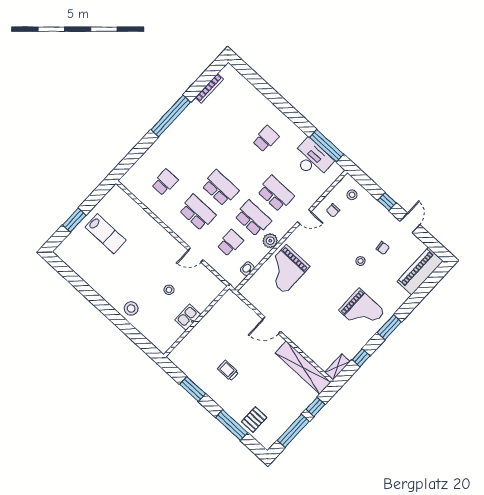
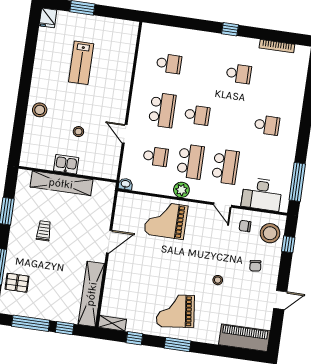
window: (171, 116) -> (230, 29), width x0.32
school desk: (210, 133) -> (239, 74), added
desk: (312, 159) -> (262, 194), moved, turned 90
school desk: (220, 188) -> (197, 115), width x0.54
stool: (352, 195) -> (270, 233), width x1.89, depth x1.89
window: (387, 202) -> (288, 244), moved
lab bench: (106, 234) -> (81, 63), moved
chair: (383, 248) -> (255, 266), moved
fridge: (63, 252) -> (48, 18), added
washbasin: (247, 269) -> (125, 184), moved
grand piano: (362, 311) -> (175, 311), turned 83
door: (272, 325) -> (109, 242), swing flipped
shelving: (200, 331) -> (61, 183), added

